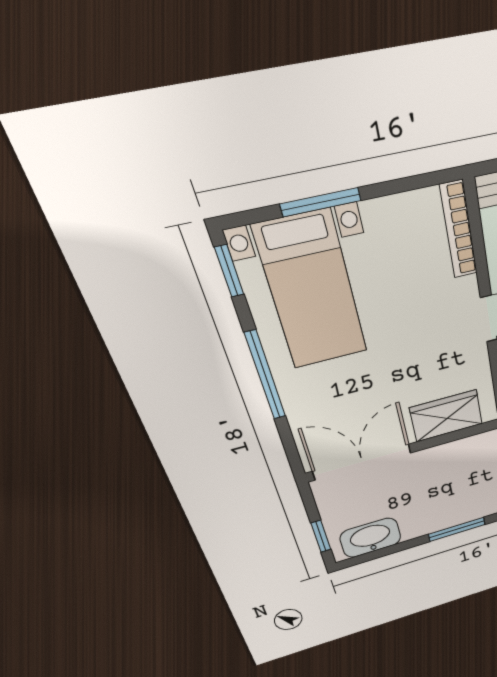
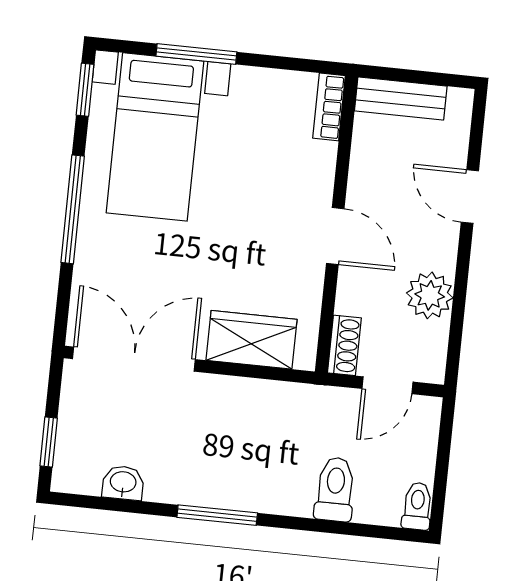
bookcase: (459, 230) -> (329, 107), width x0.64
washbasin: (371, 538) -> (123, 483), width x0.52, depth x0.69

